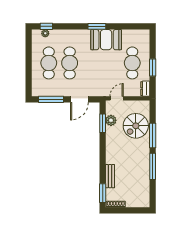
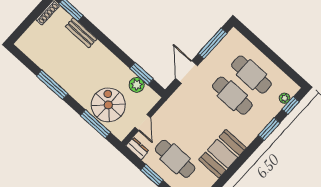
window: (97, 26) -> (269, 129), moved
door: (117, 98) -> (143, 122), moved
window: (153, 136) -> (95, 124), moved

